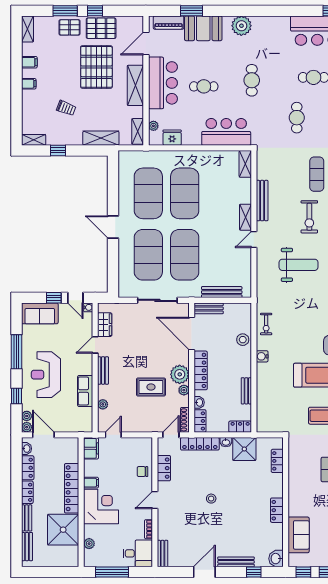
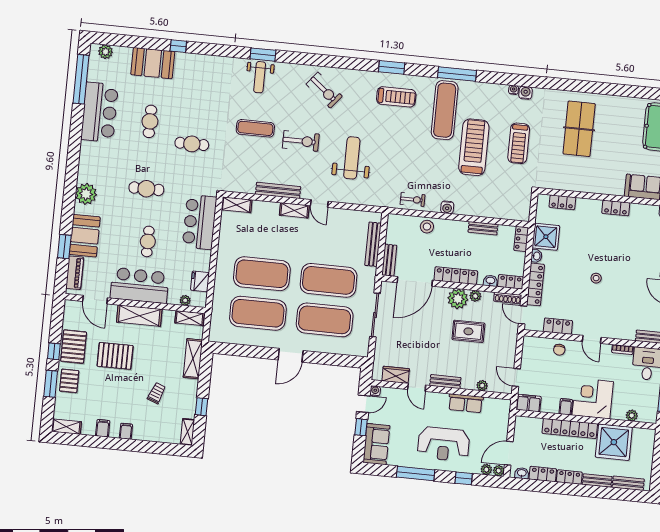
pallet: (96, 67) -> (115, 356), width x0.73, depth x0.71
rug: (151, 387) -> (468, 331), turned 90

